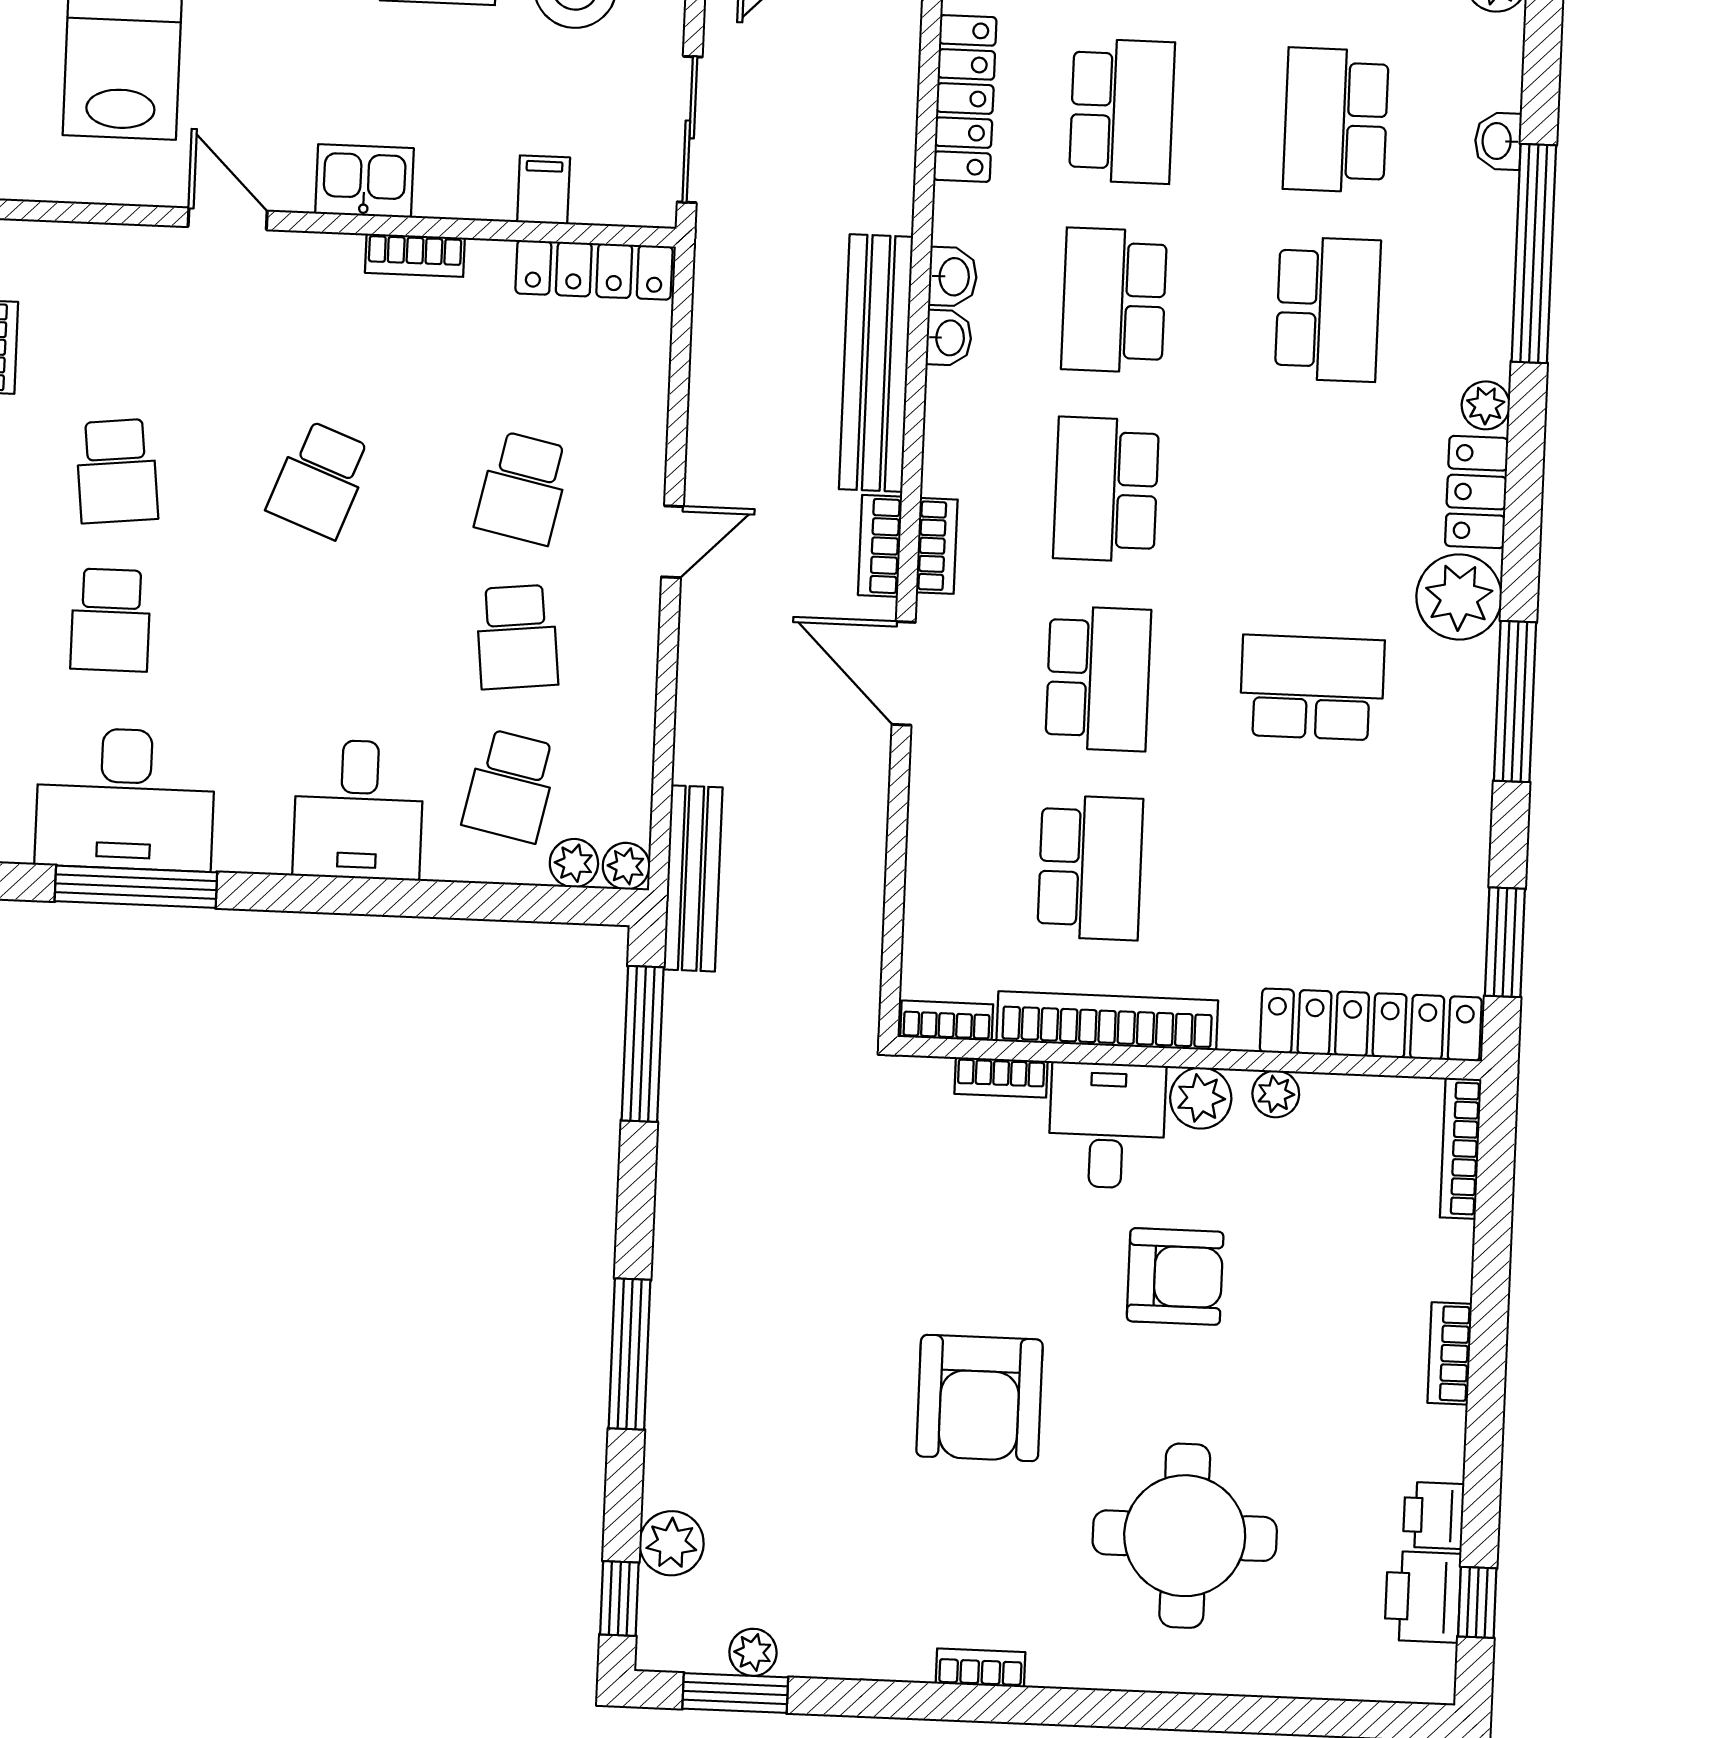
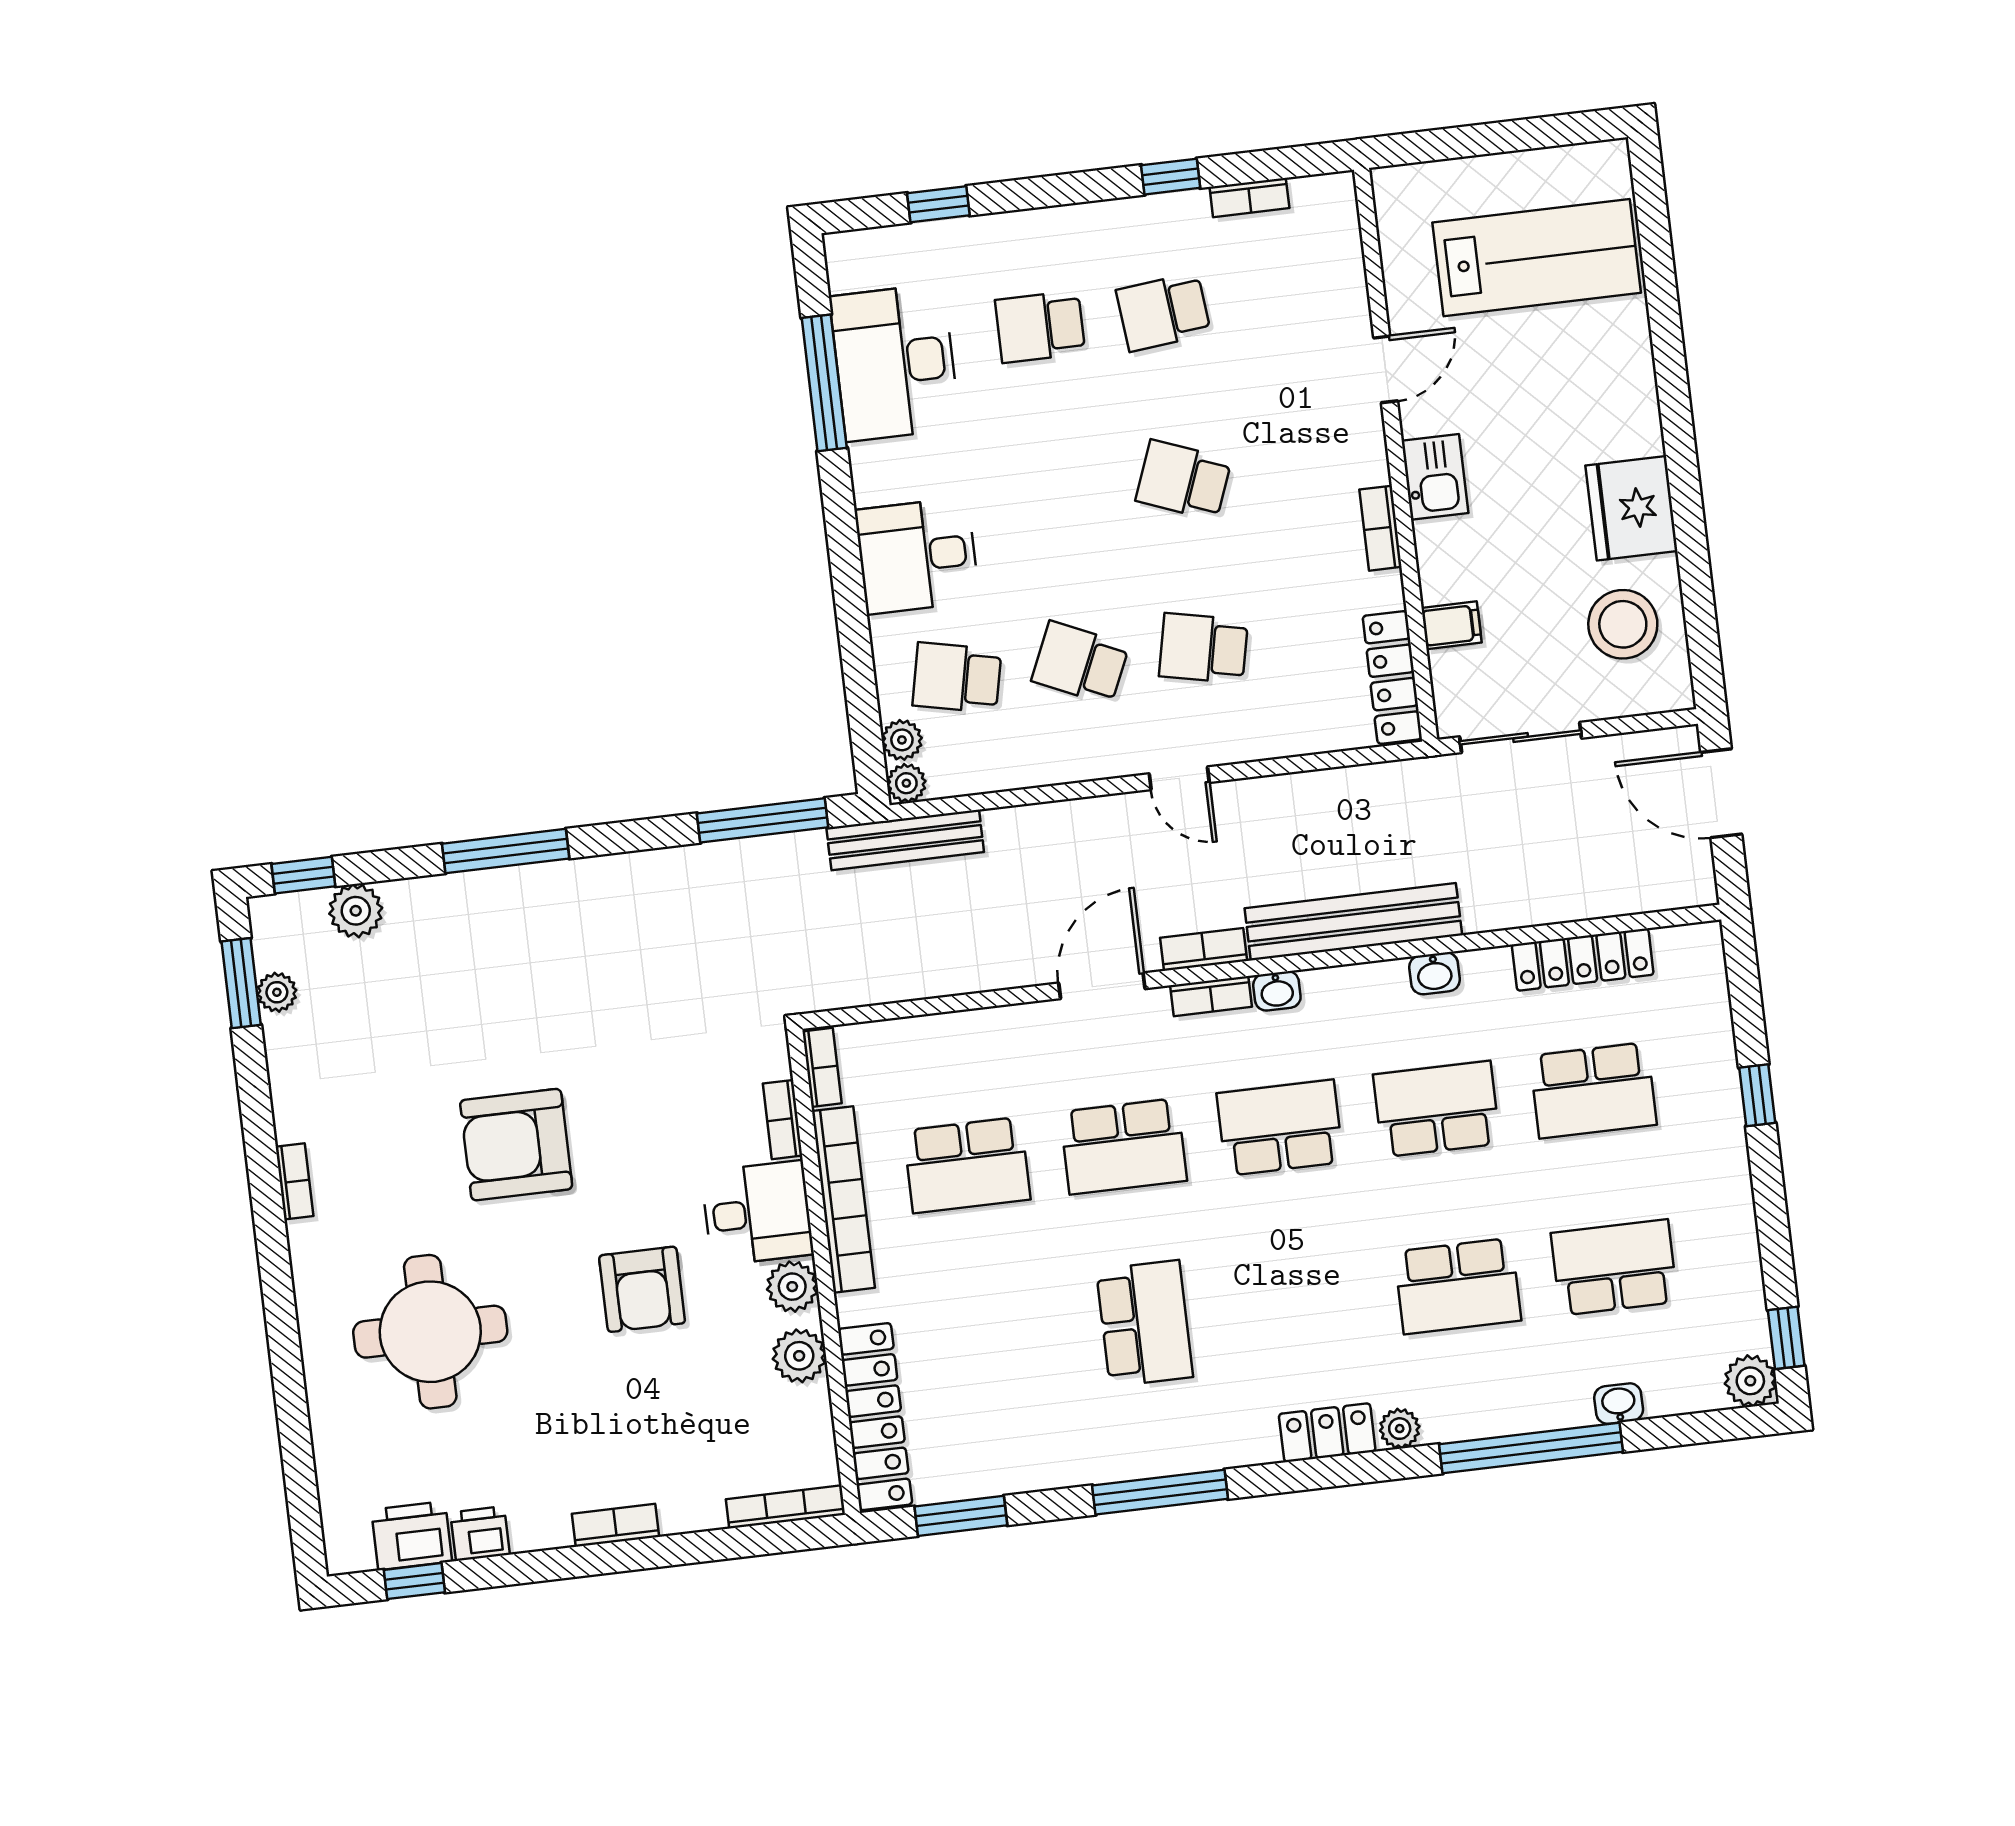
washbasin: (949, 338) -> (1277, 991), moved
plant: (1459, 597) -> (1239, 1432), removed
school desk: (517, 637) -> (1080, 663), turned 30
plant: (1276, 1094) -> (799, 1356), width x1.38, depth x1.38

